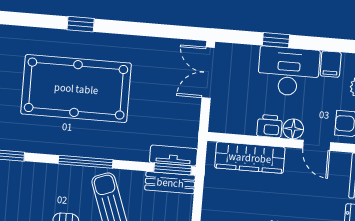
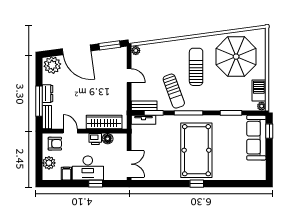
pool table: (76, 89) -> (196, 150), turned 90
floor lamp: (293, 129) -> (108, 139), moved
window: (173, 169) -> (154, 113), moved

